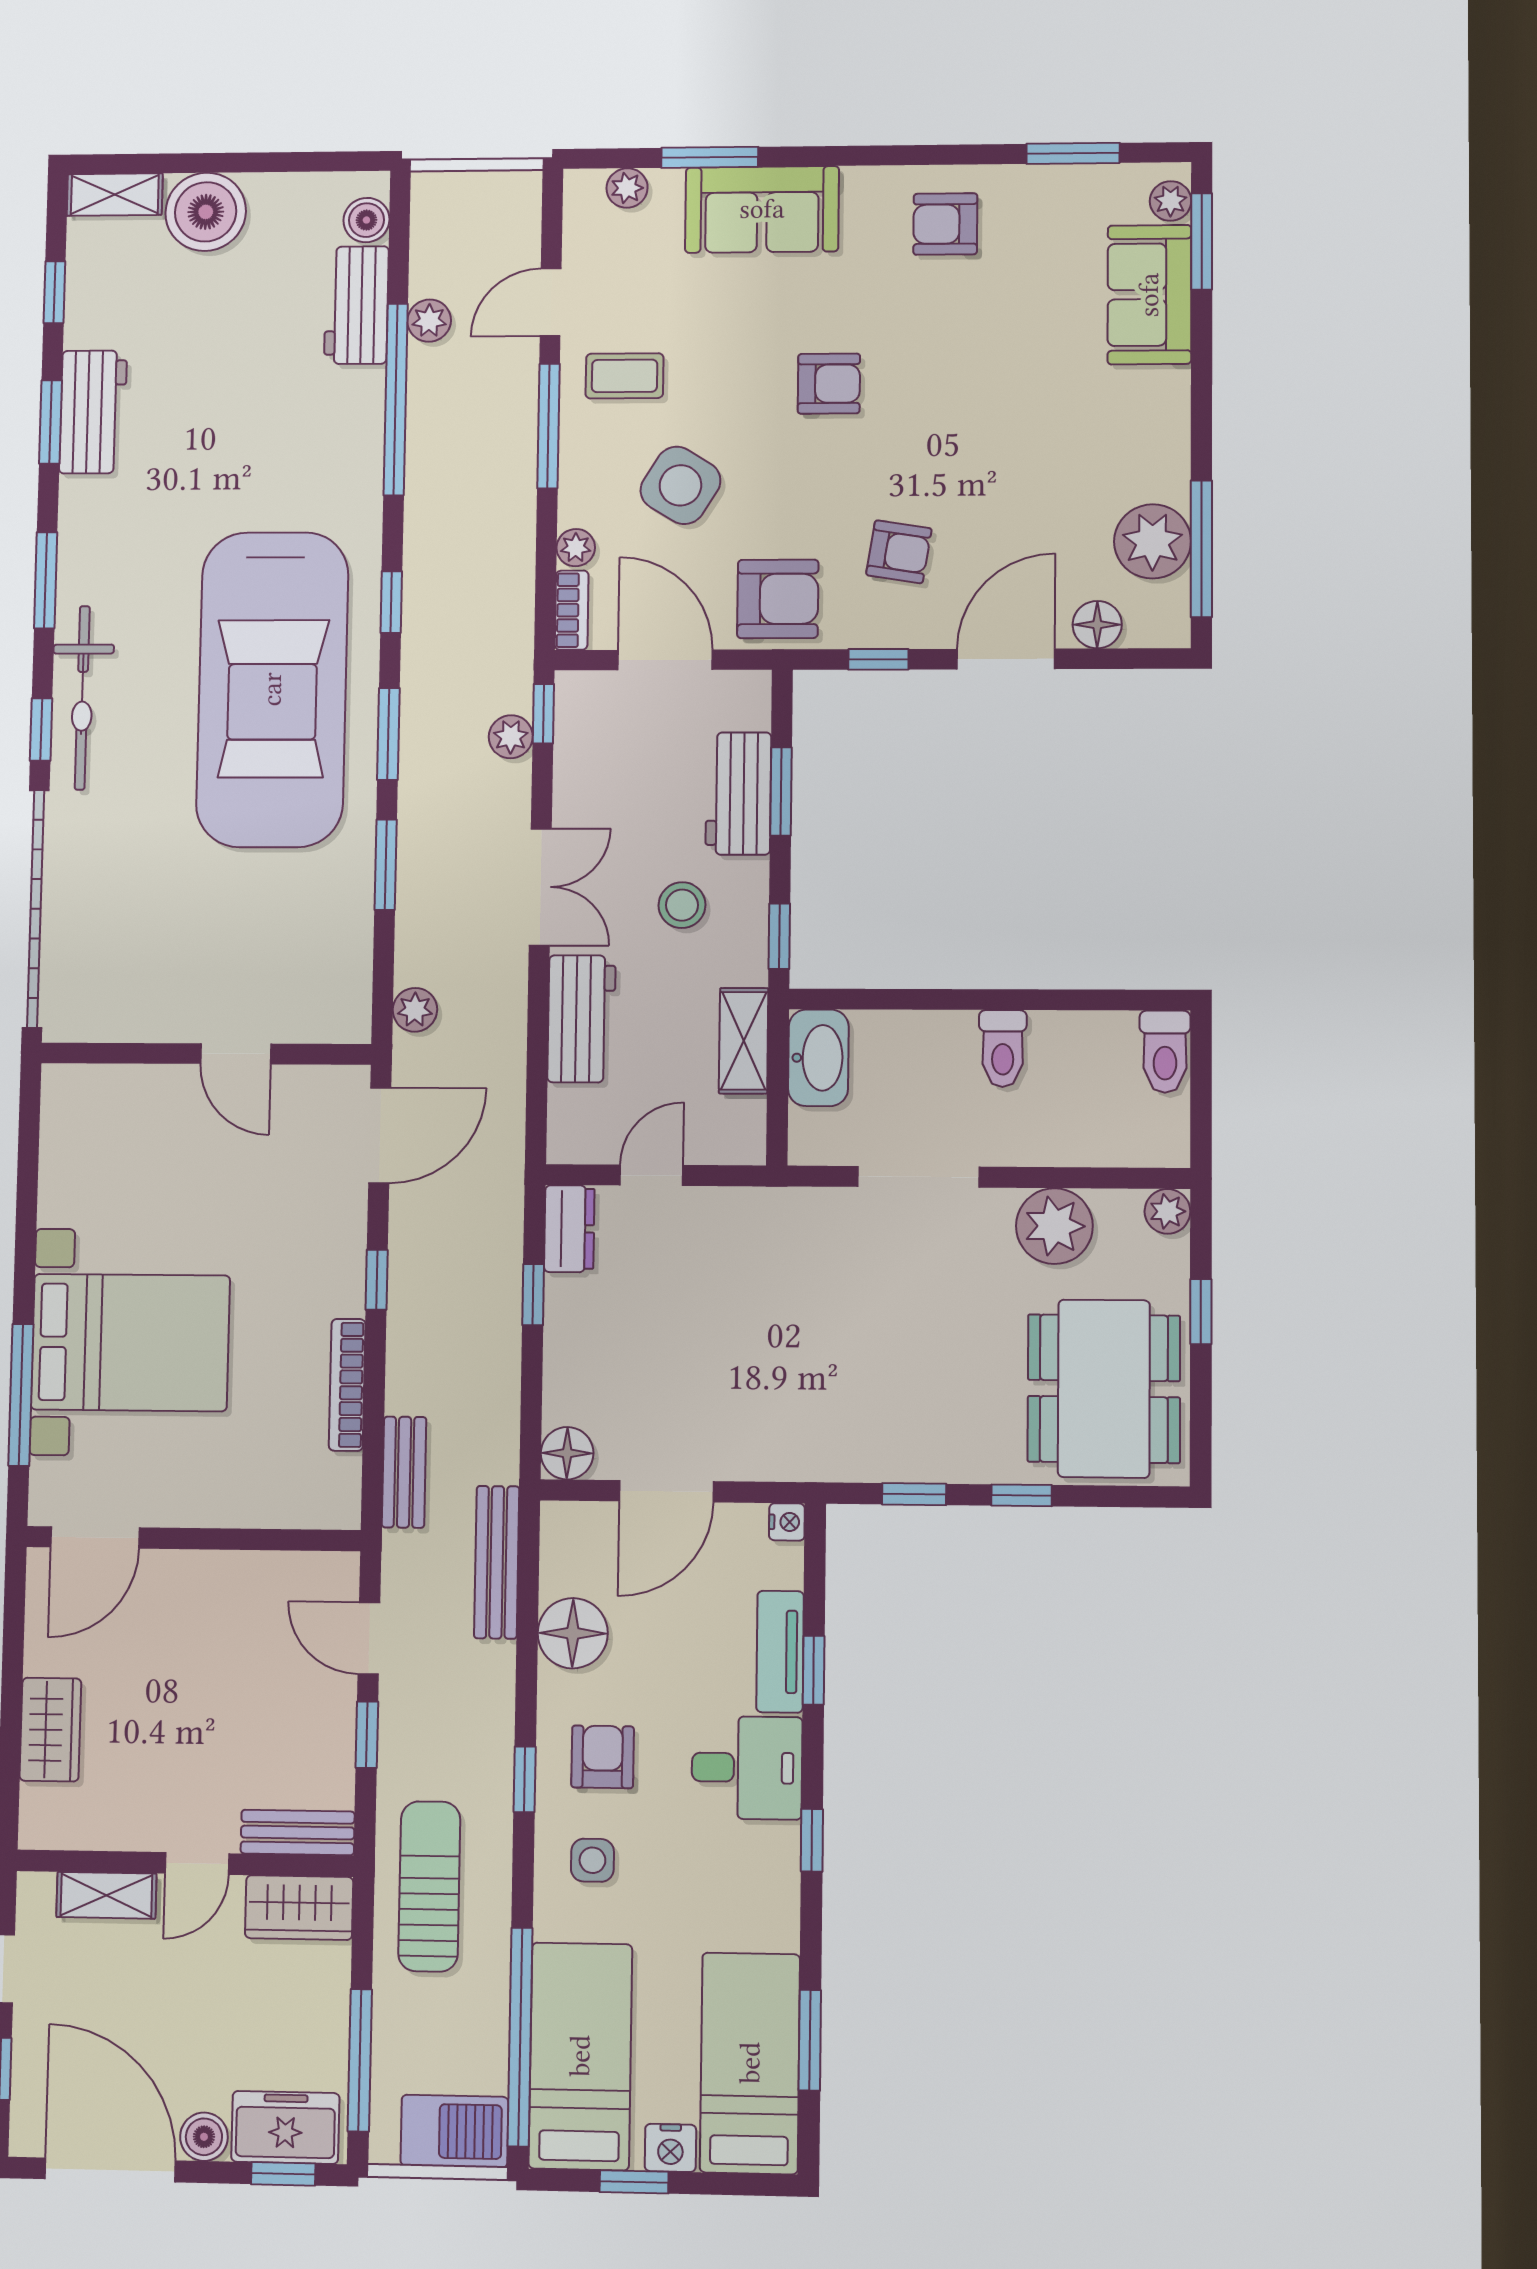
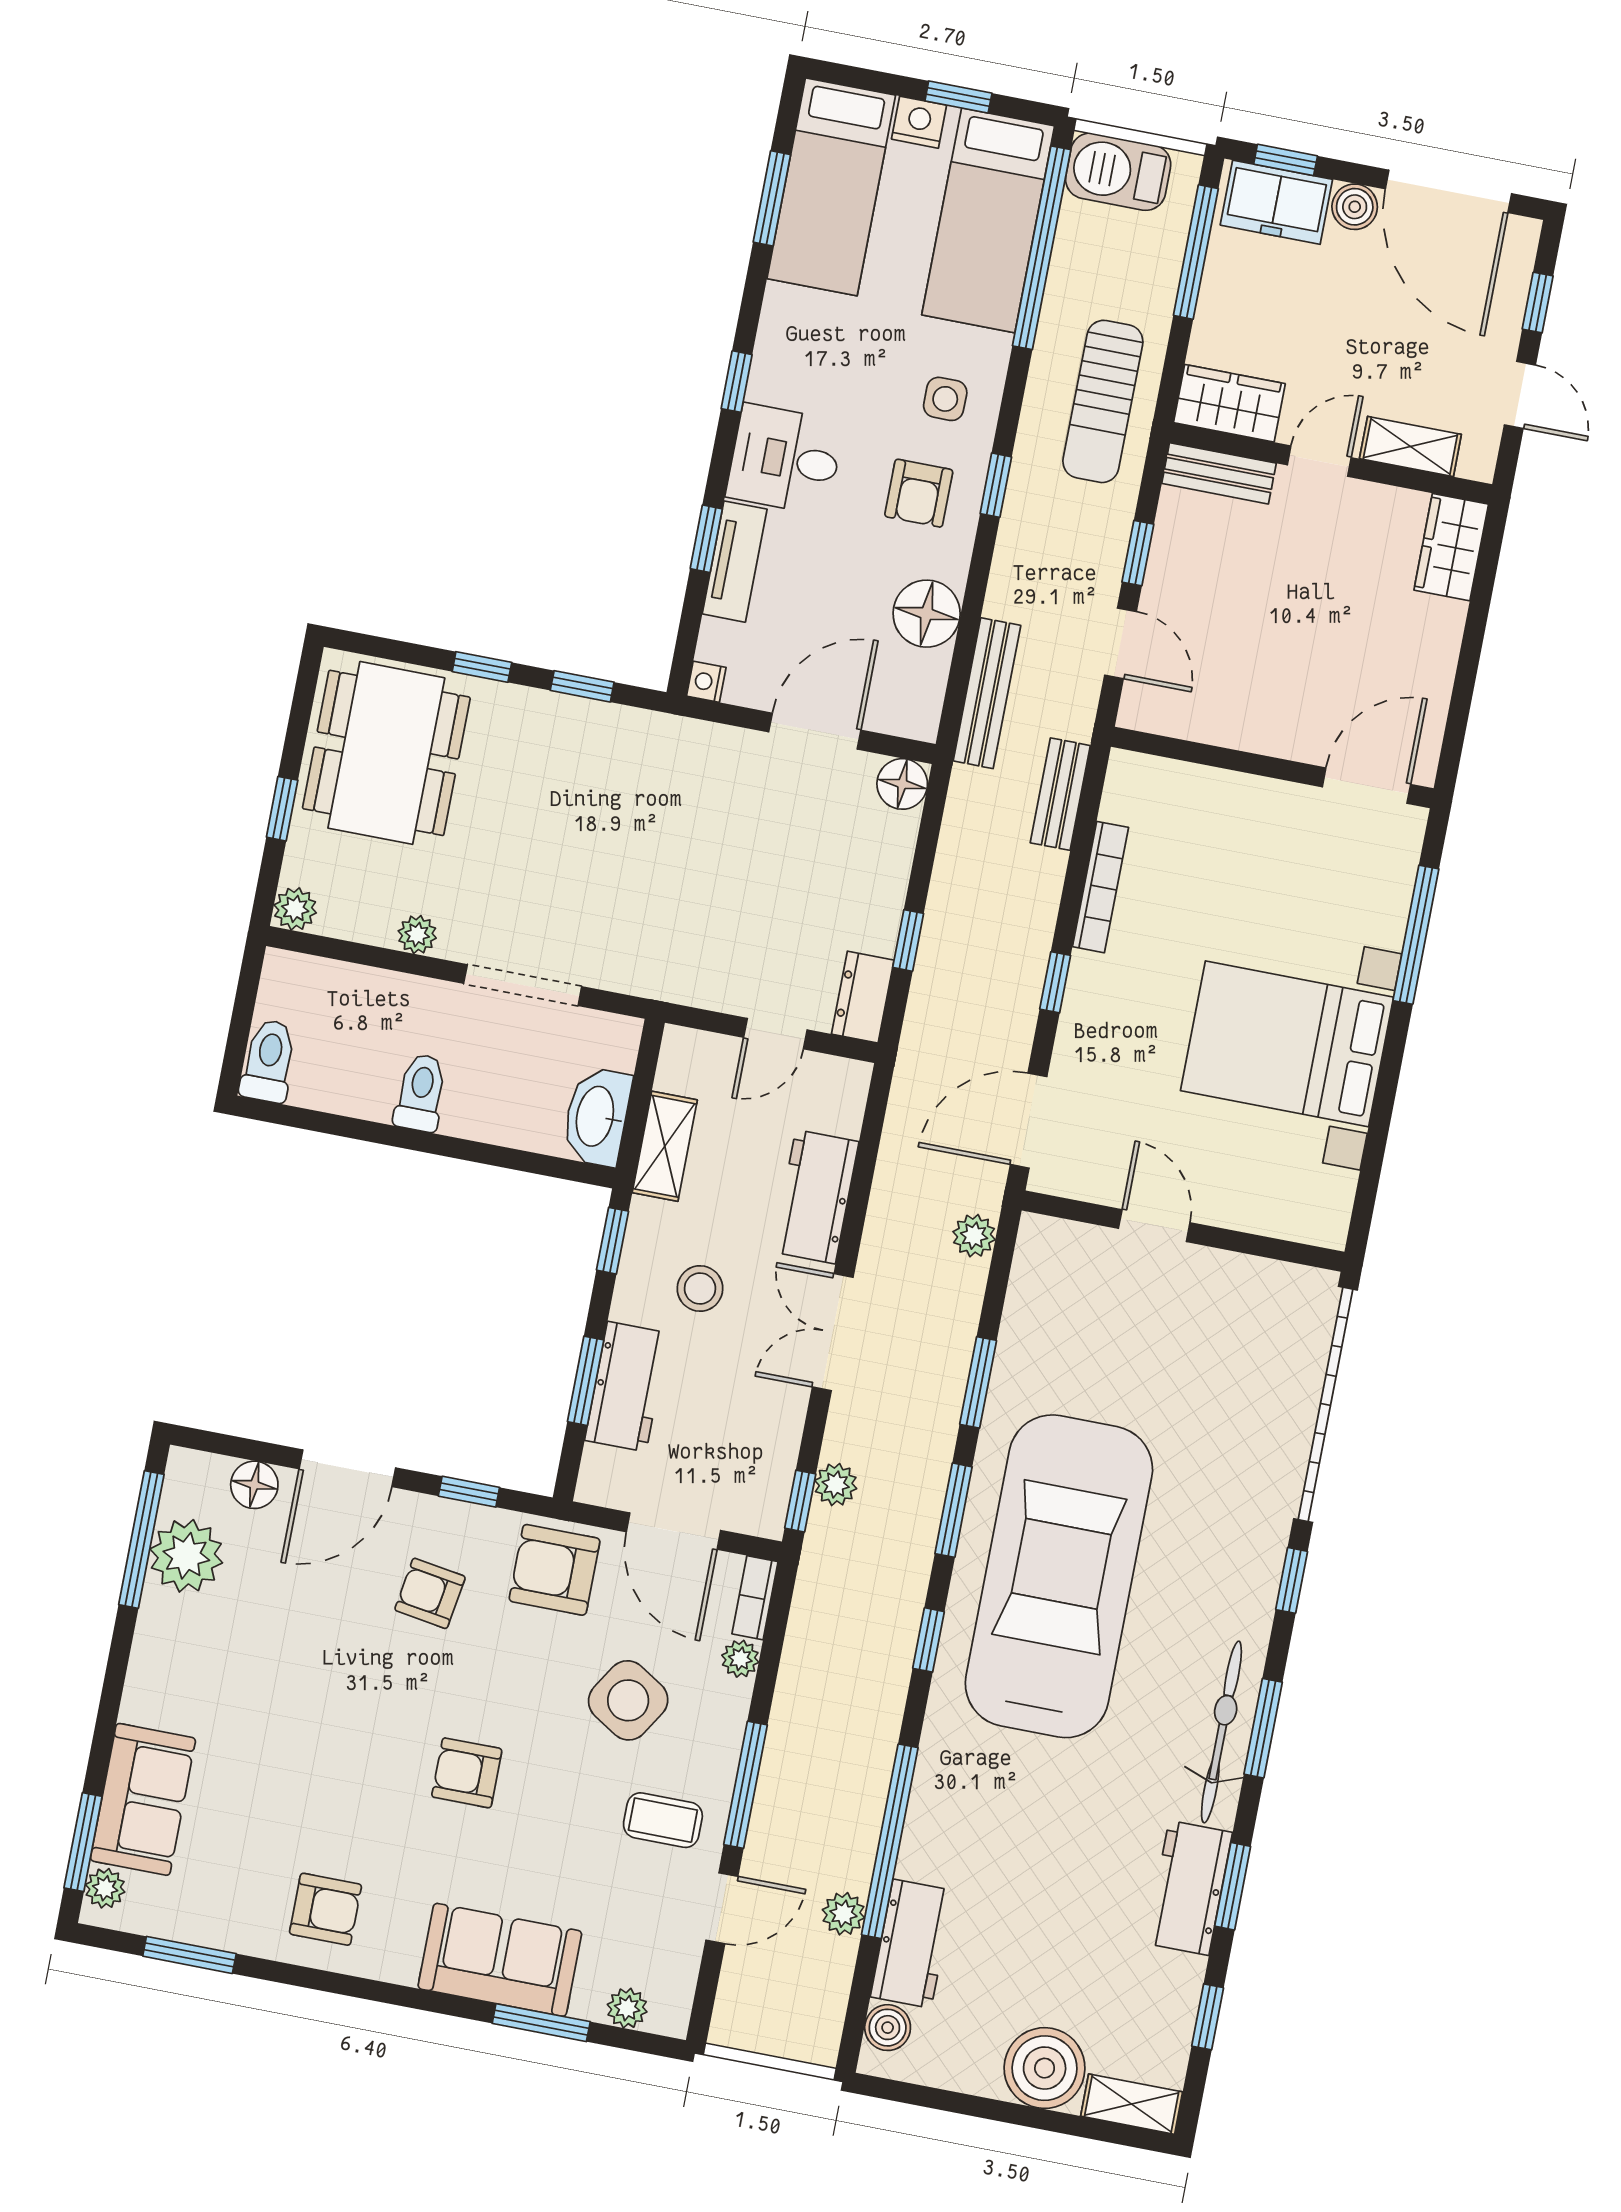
bicycle: (82, 698) -> (1221, 1732), moved
plant: (1054, 1226) -> (417, 935), width x0.53, depth x0.53
bed with nightstands: (130, 1342) -> (1287, 1044), moved
wardrobe: (50, 1730) -> (1451, 547), moved

